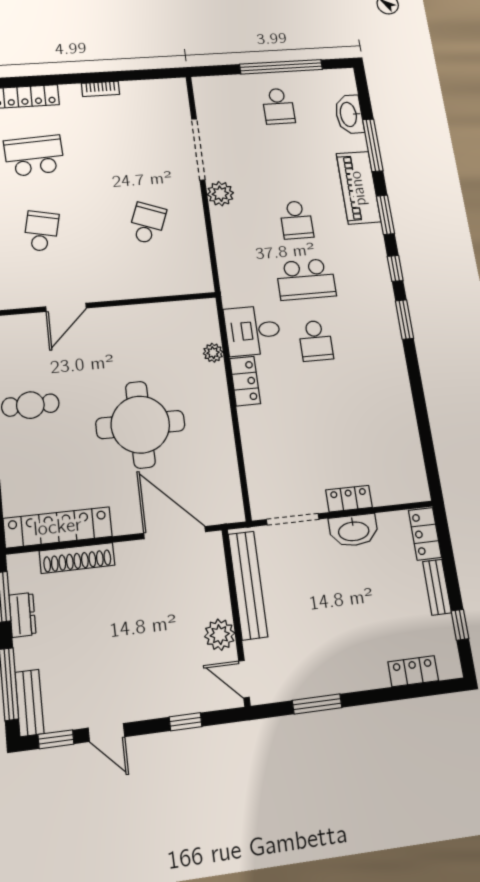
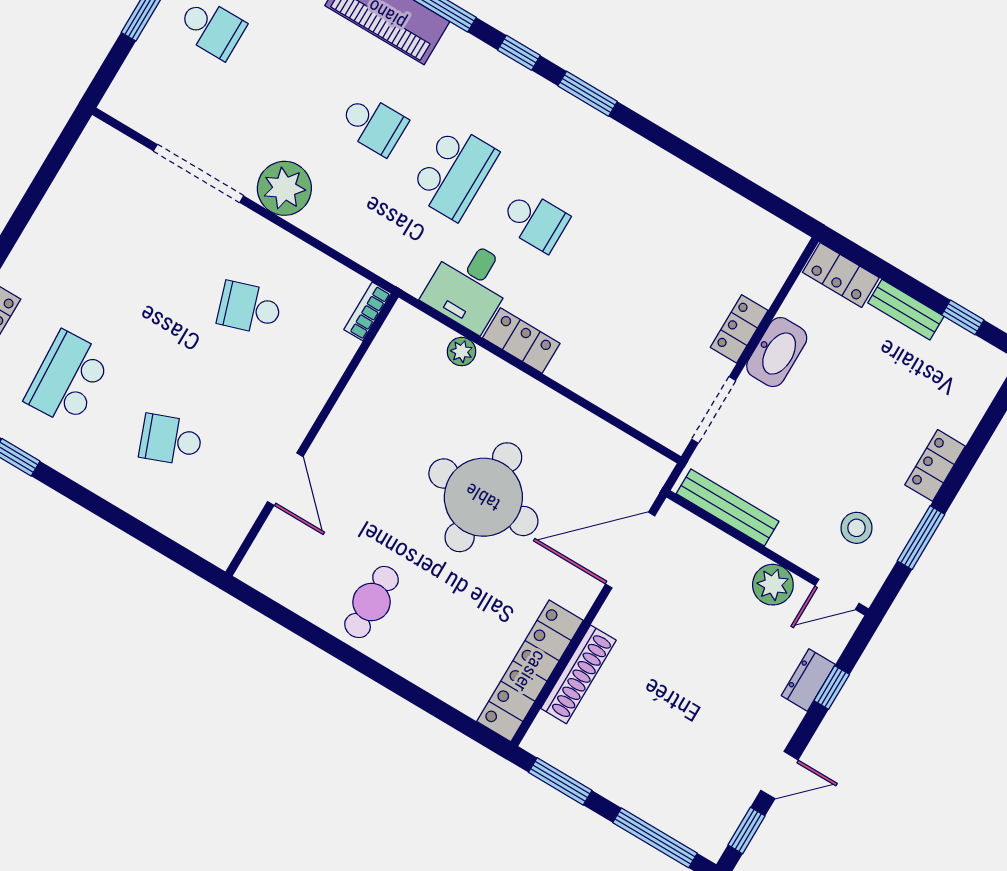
bookcase: (101, 89) -> (368, 311), moved, turned 180
plant: (220, 194) -> (284, 188), width x1.36, depth x1.36
school desk: (147, 223) -> (250, 308), turned -39
school desk: (41, 231) -> (171, 440), turned -33
bench: (248, 585) -> (728, 508), width x0.73, depth x0.82
dresser: (22, 615) -> (808, 680), moved, turned -90
stool: (292, 659) -> (856, 528), added
locker: (413, 671) -> (935, 465), moved
bench: (29, 703) -> (690, 831), removed

